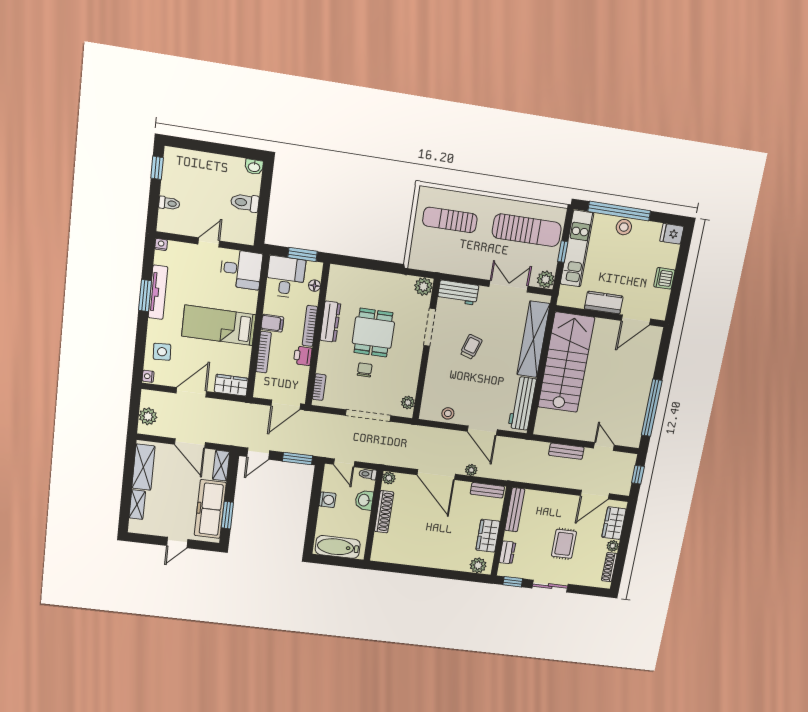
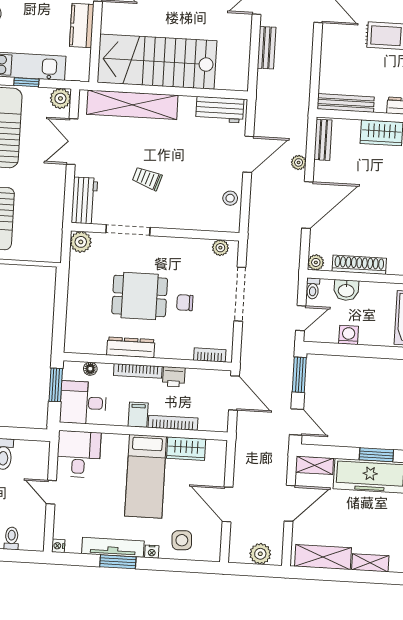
nightstand: (148, 376) -> (152, 552), moved
wardrobe: (231, 385) -> (186, 449), moved, turned -90
workbench: (522, 403) -> (220, 110), width x0.73

